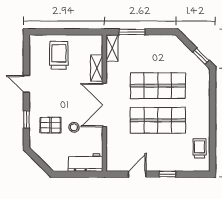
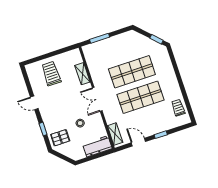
shelving: (112, 48) -> (115, 134), moved
double door: (104, 105) -> (97, 99), width x0.73
pallet: (50, 125) -> (60, 138), moved
door: (137, 174) -> (138, 142), hinge flipped

